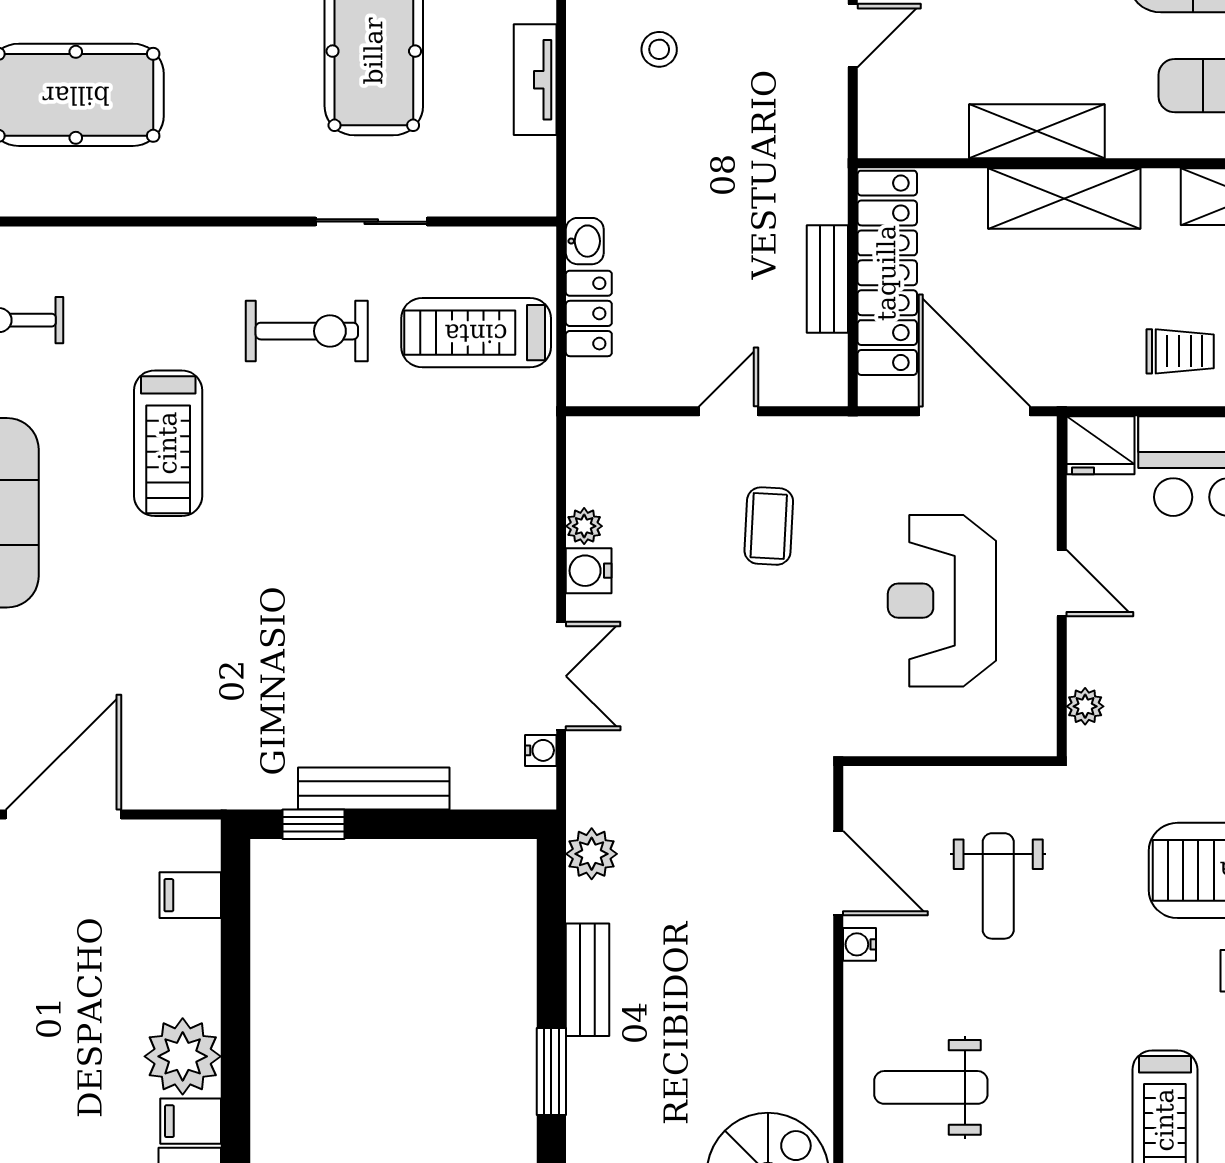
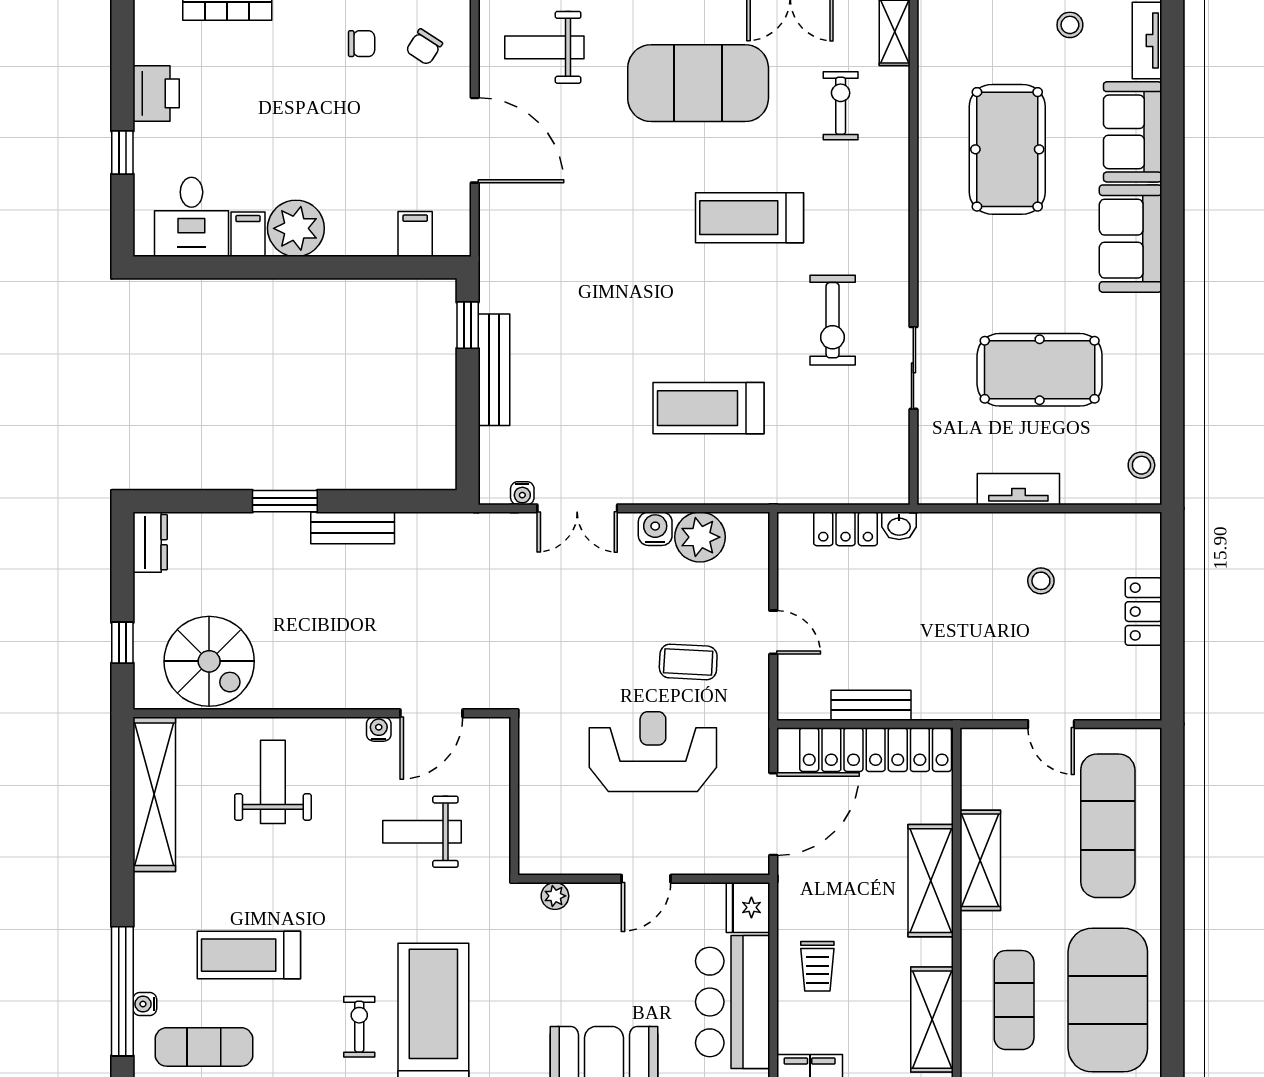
treadmill: (476, 333) -> (709, 408), moved, turned -90
plant: (584, 526) -> (700, 537), width x1.88, depth x1.88
reception desk: (942, 601) -> (653, 752), moved
plant: (592, 854) -> (446, 531), removed

